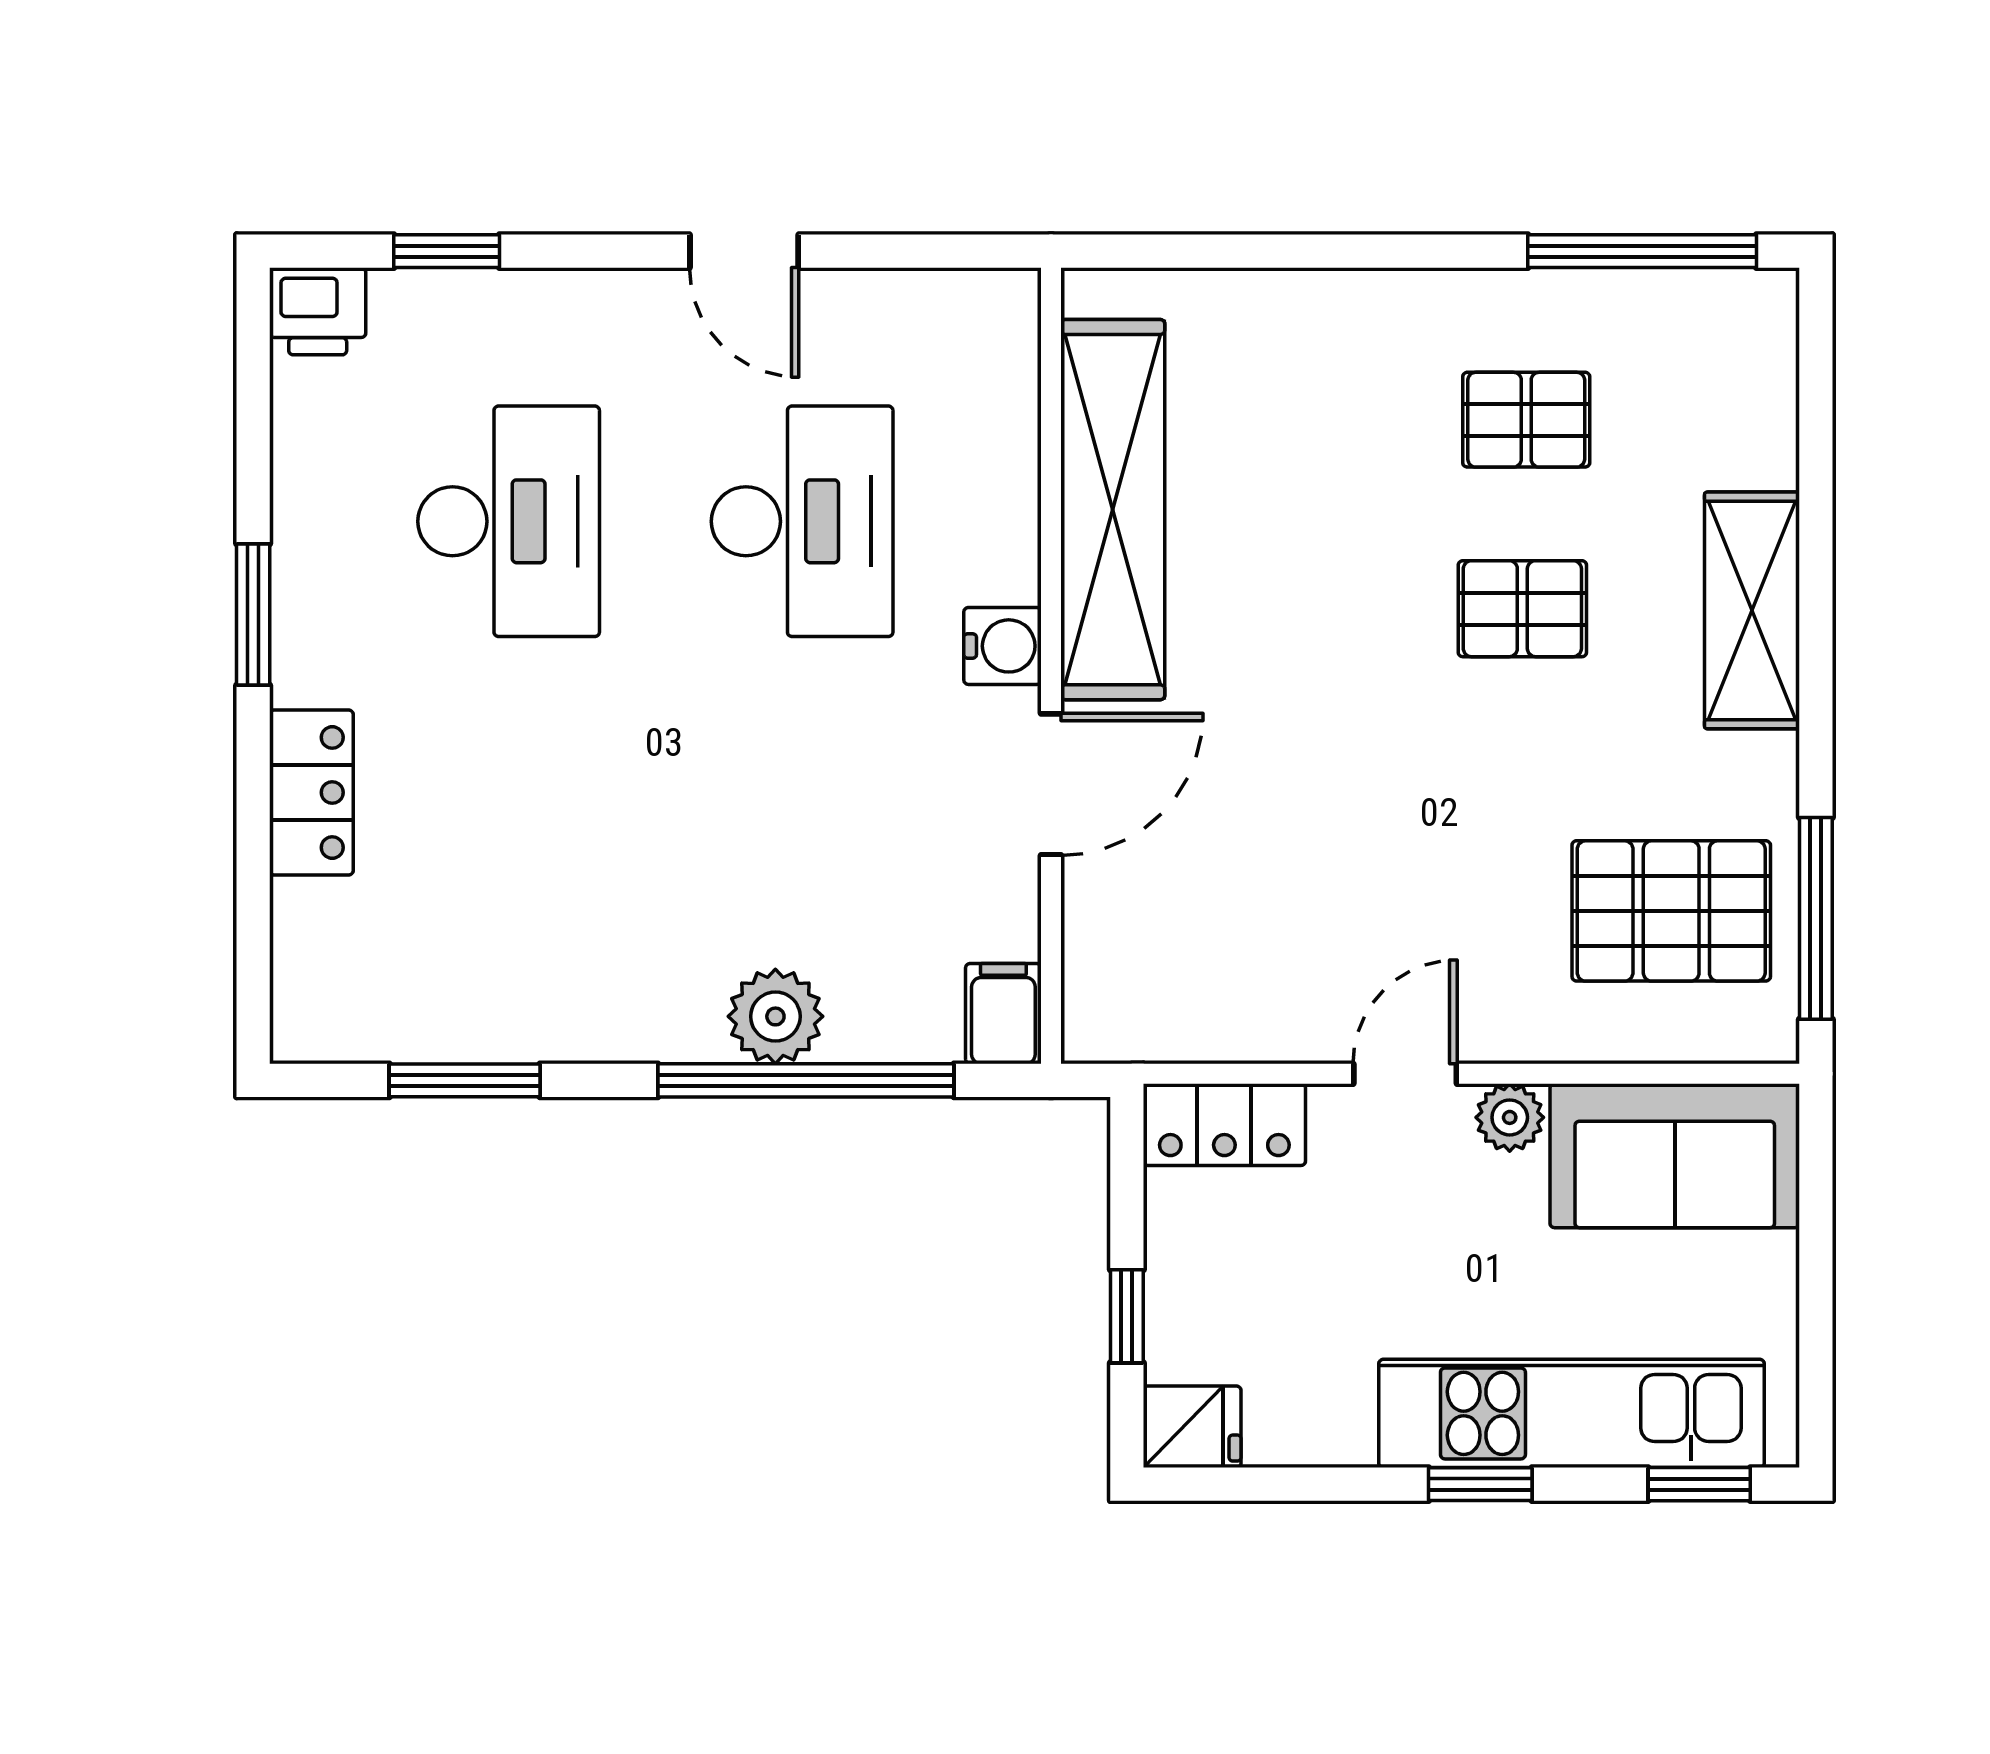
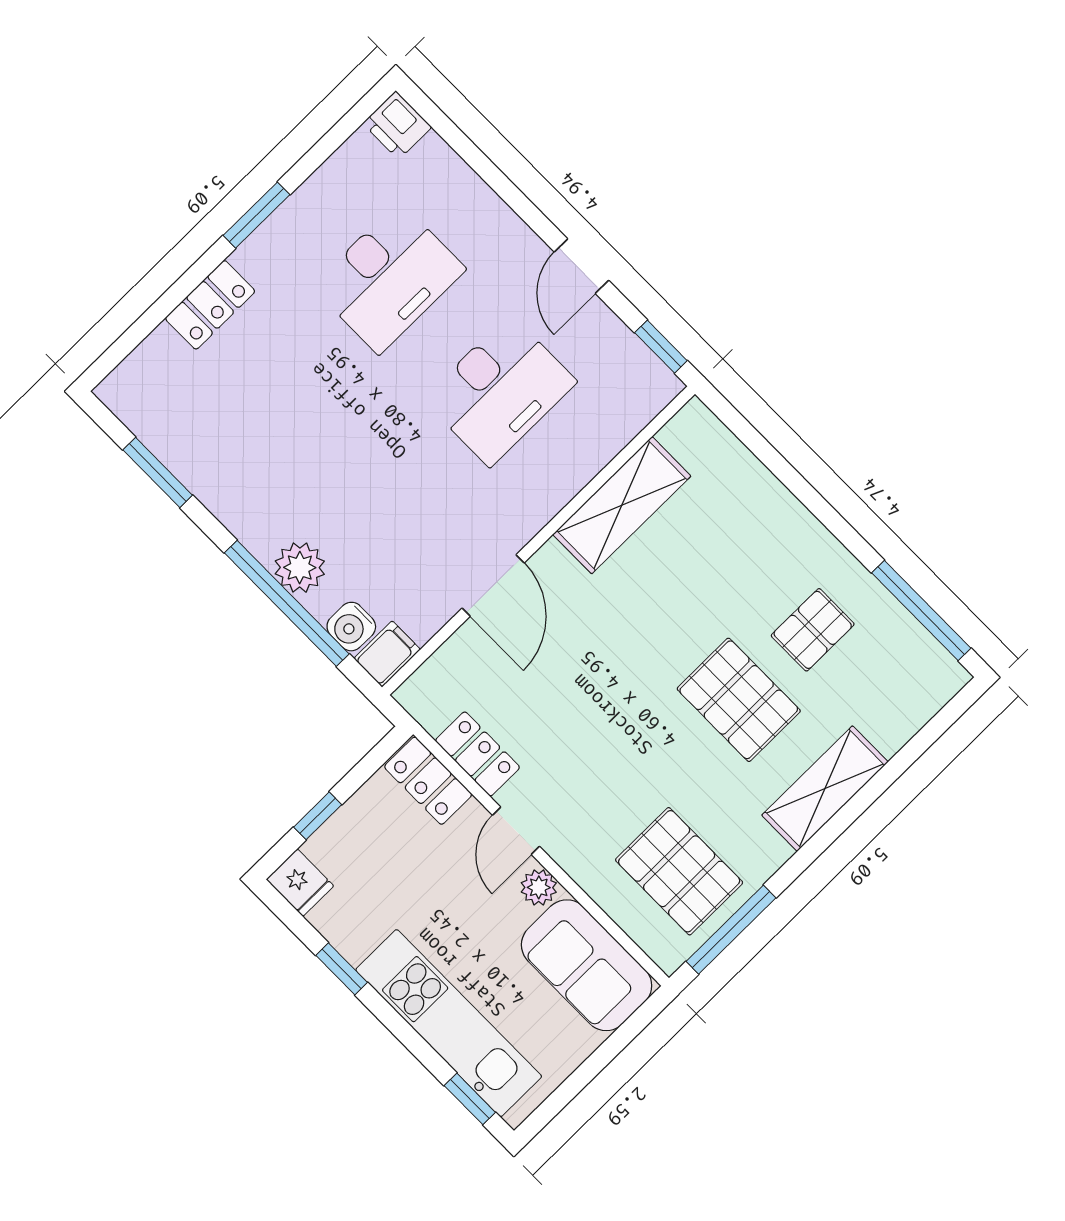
window: (447, 251) -> (661, 347), moved
pallet: (1526, 420) -> (813, 630), turned 90
shelving: (1113, 510) -> (622, 505), width x0.68
pallet: (1522, 609) -> (739, 700), width x1.50, depth x1.42
water cooler: (1003, 646) -> (351, 627), moved, turned 90
door: (1051, 784) -> (493, 585), hinge flipped
locker: (1253, 1024) -> (478, 754), added
door: (1405, 1074) -> (516, 831), swing flipped
window: (1480, 1484) -> (342, 969), moved

